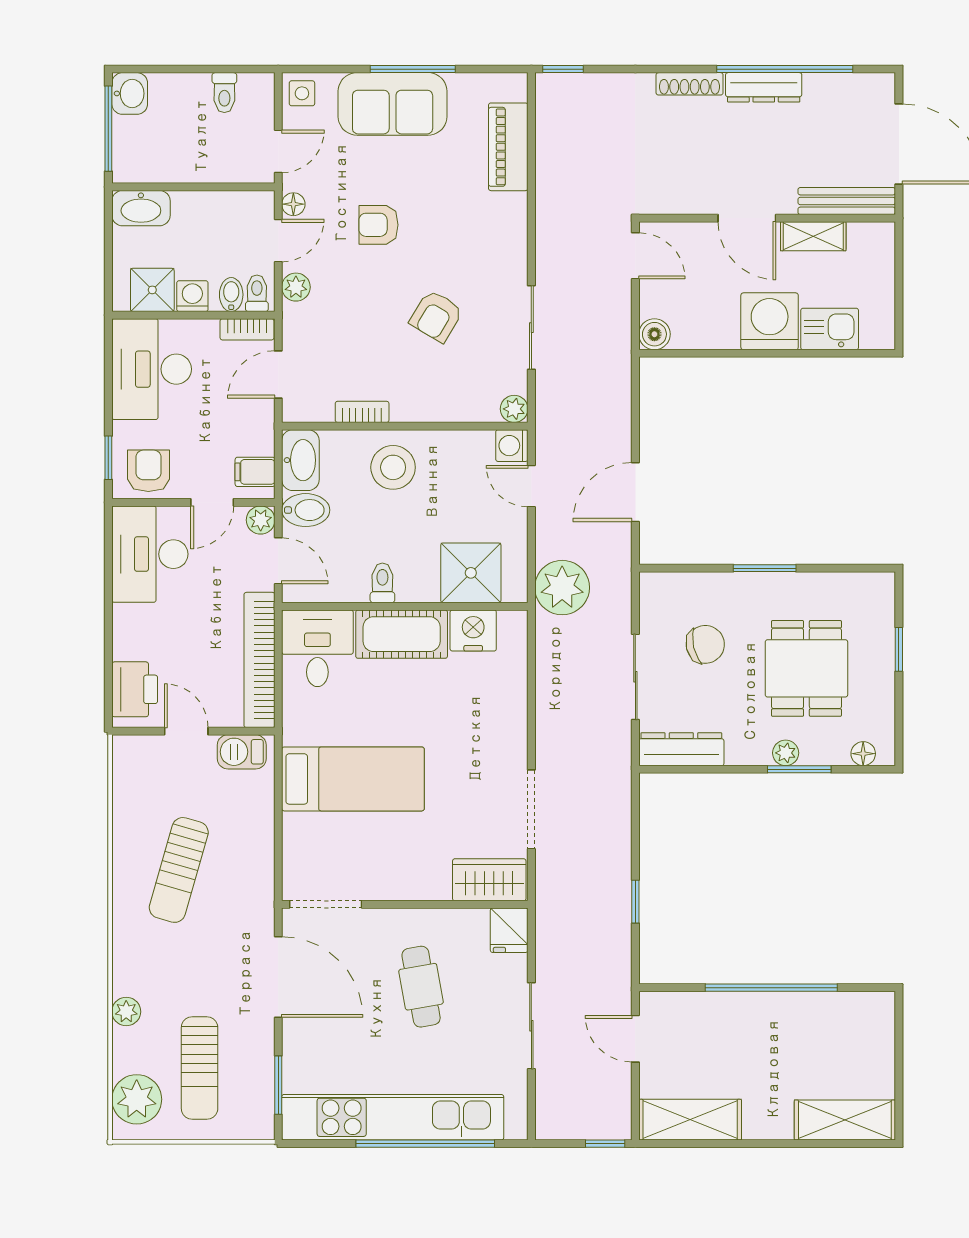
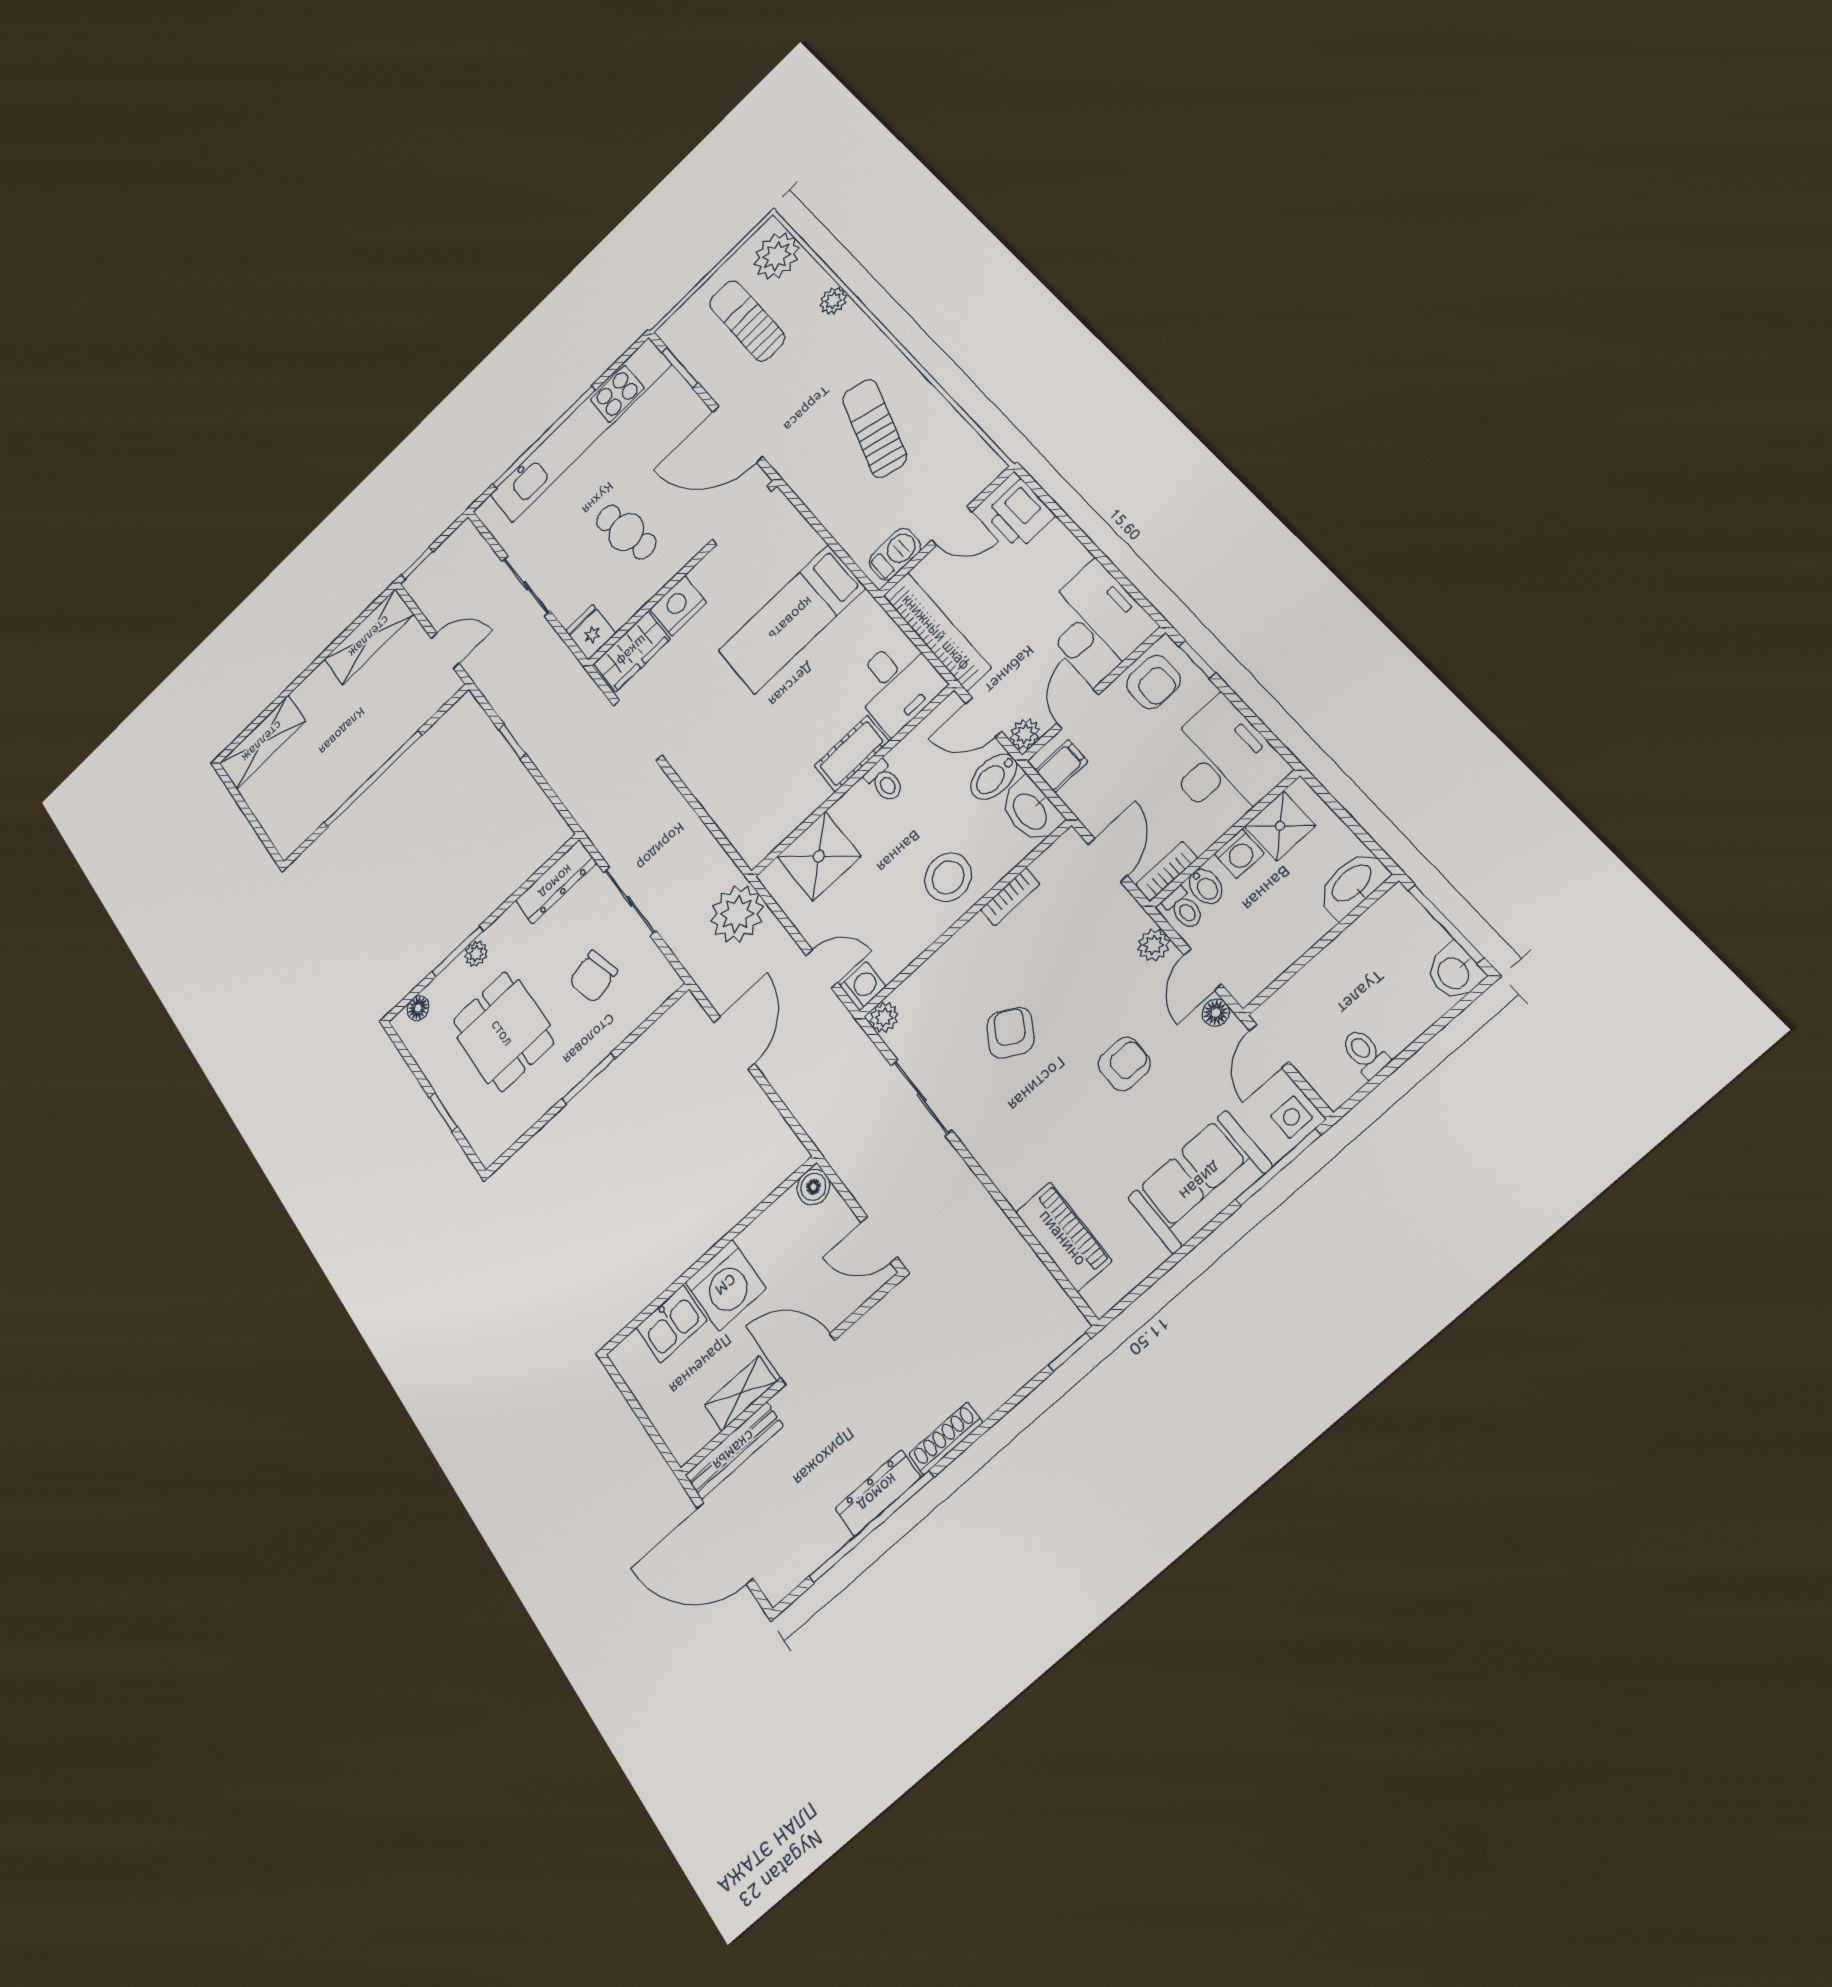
window: (413, 69) -> (1278, 1167), moved
nightstand: (473, 630) -> (678, 606), moved, turned 180
cot: (402, 634) -> (851, 754), width x0.73, depth x0.75

